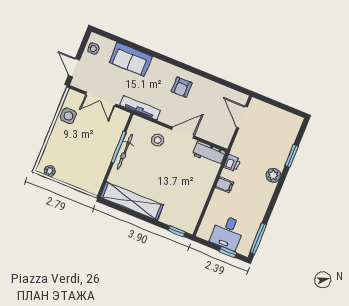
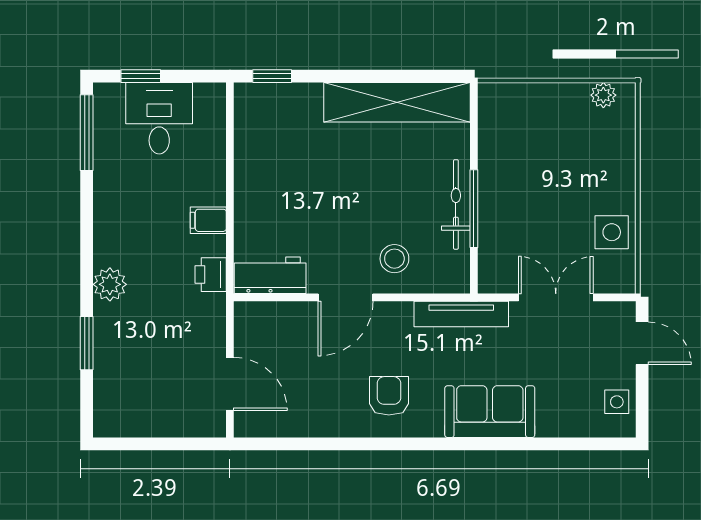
sofa: (131, 59) -> (490, 412), moved

